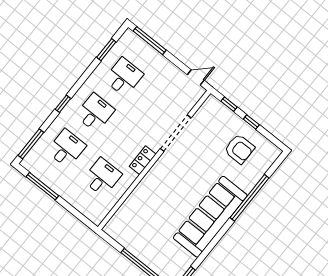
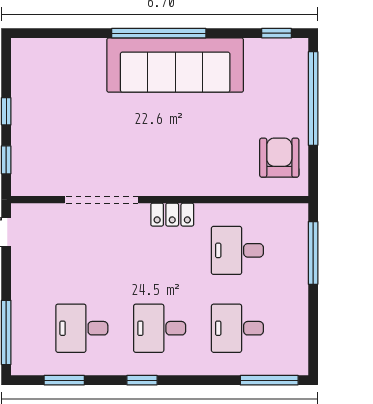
window: (63, 104) -> (142, 380), moved
armchair: (239, 149) -> (279, 158), moved
window: (42, 186) -> (313, 253), moved
window: (249, 198) -> (159, 33), moved

